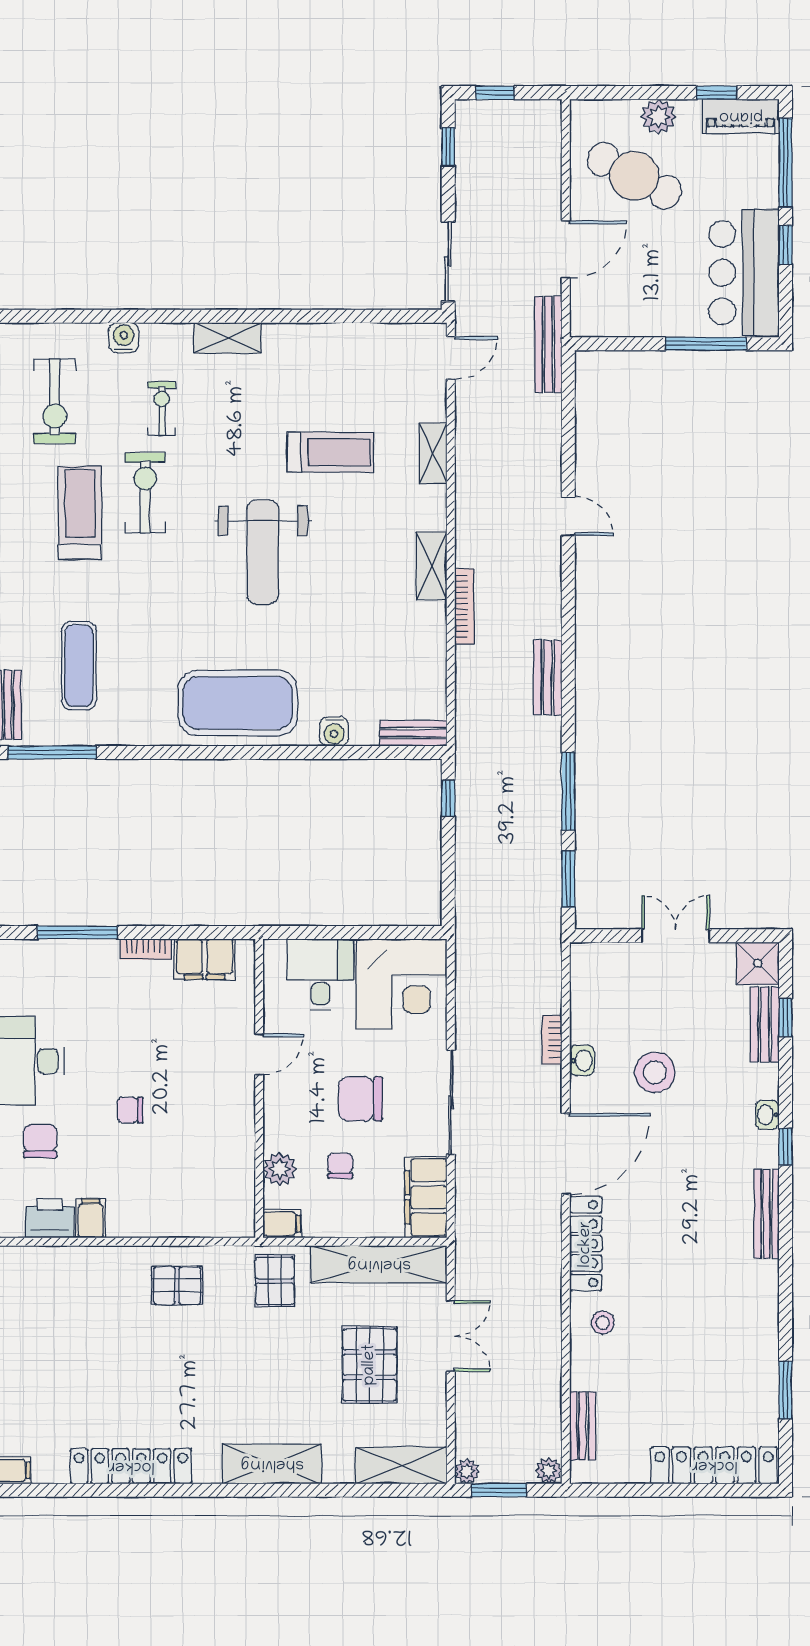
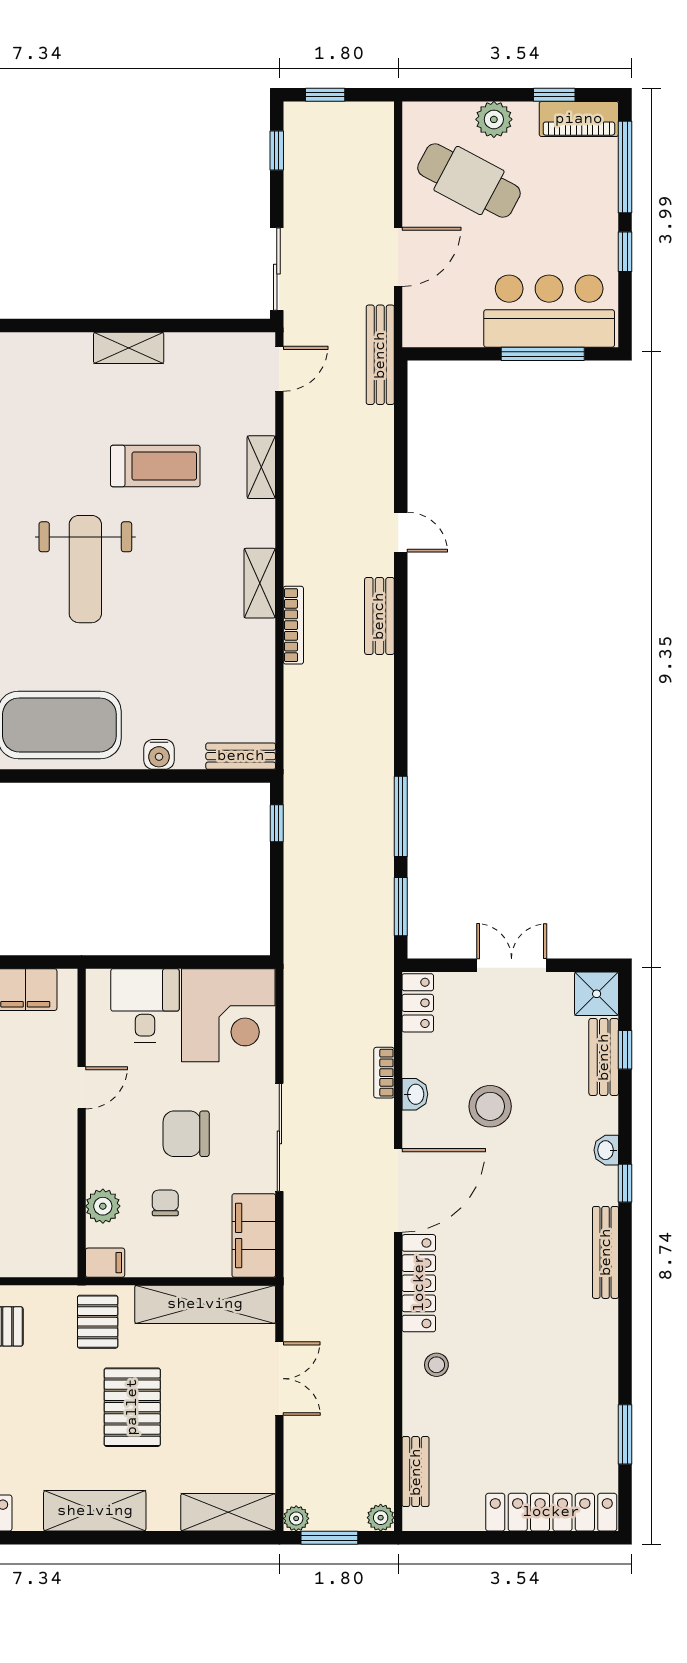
bar counter: (744, 273) -> (549, 311), moved, turned 90
shelving: (227, 338) -> (129, 348), moved
bench: (548, 678) -> (379, 616), moved
locker: (585, 972) -> (418, 1003), added
pallet: (370, 1365) -> (132, 1407), moved

